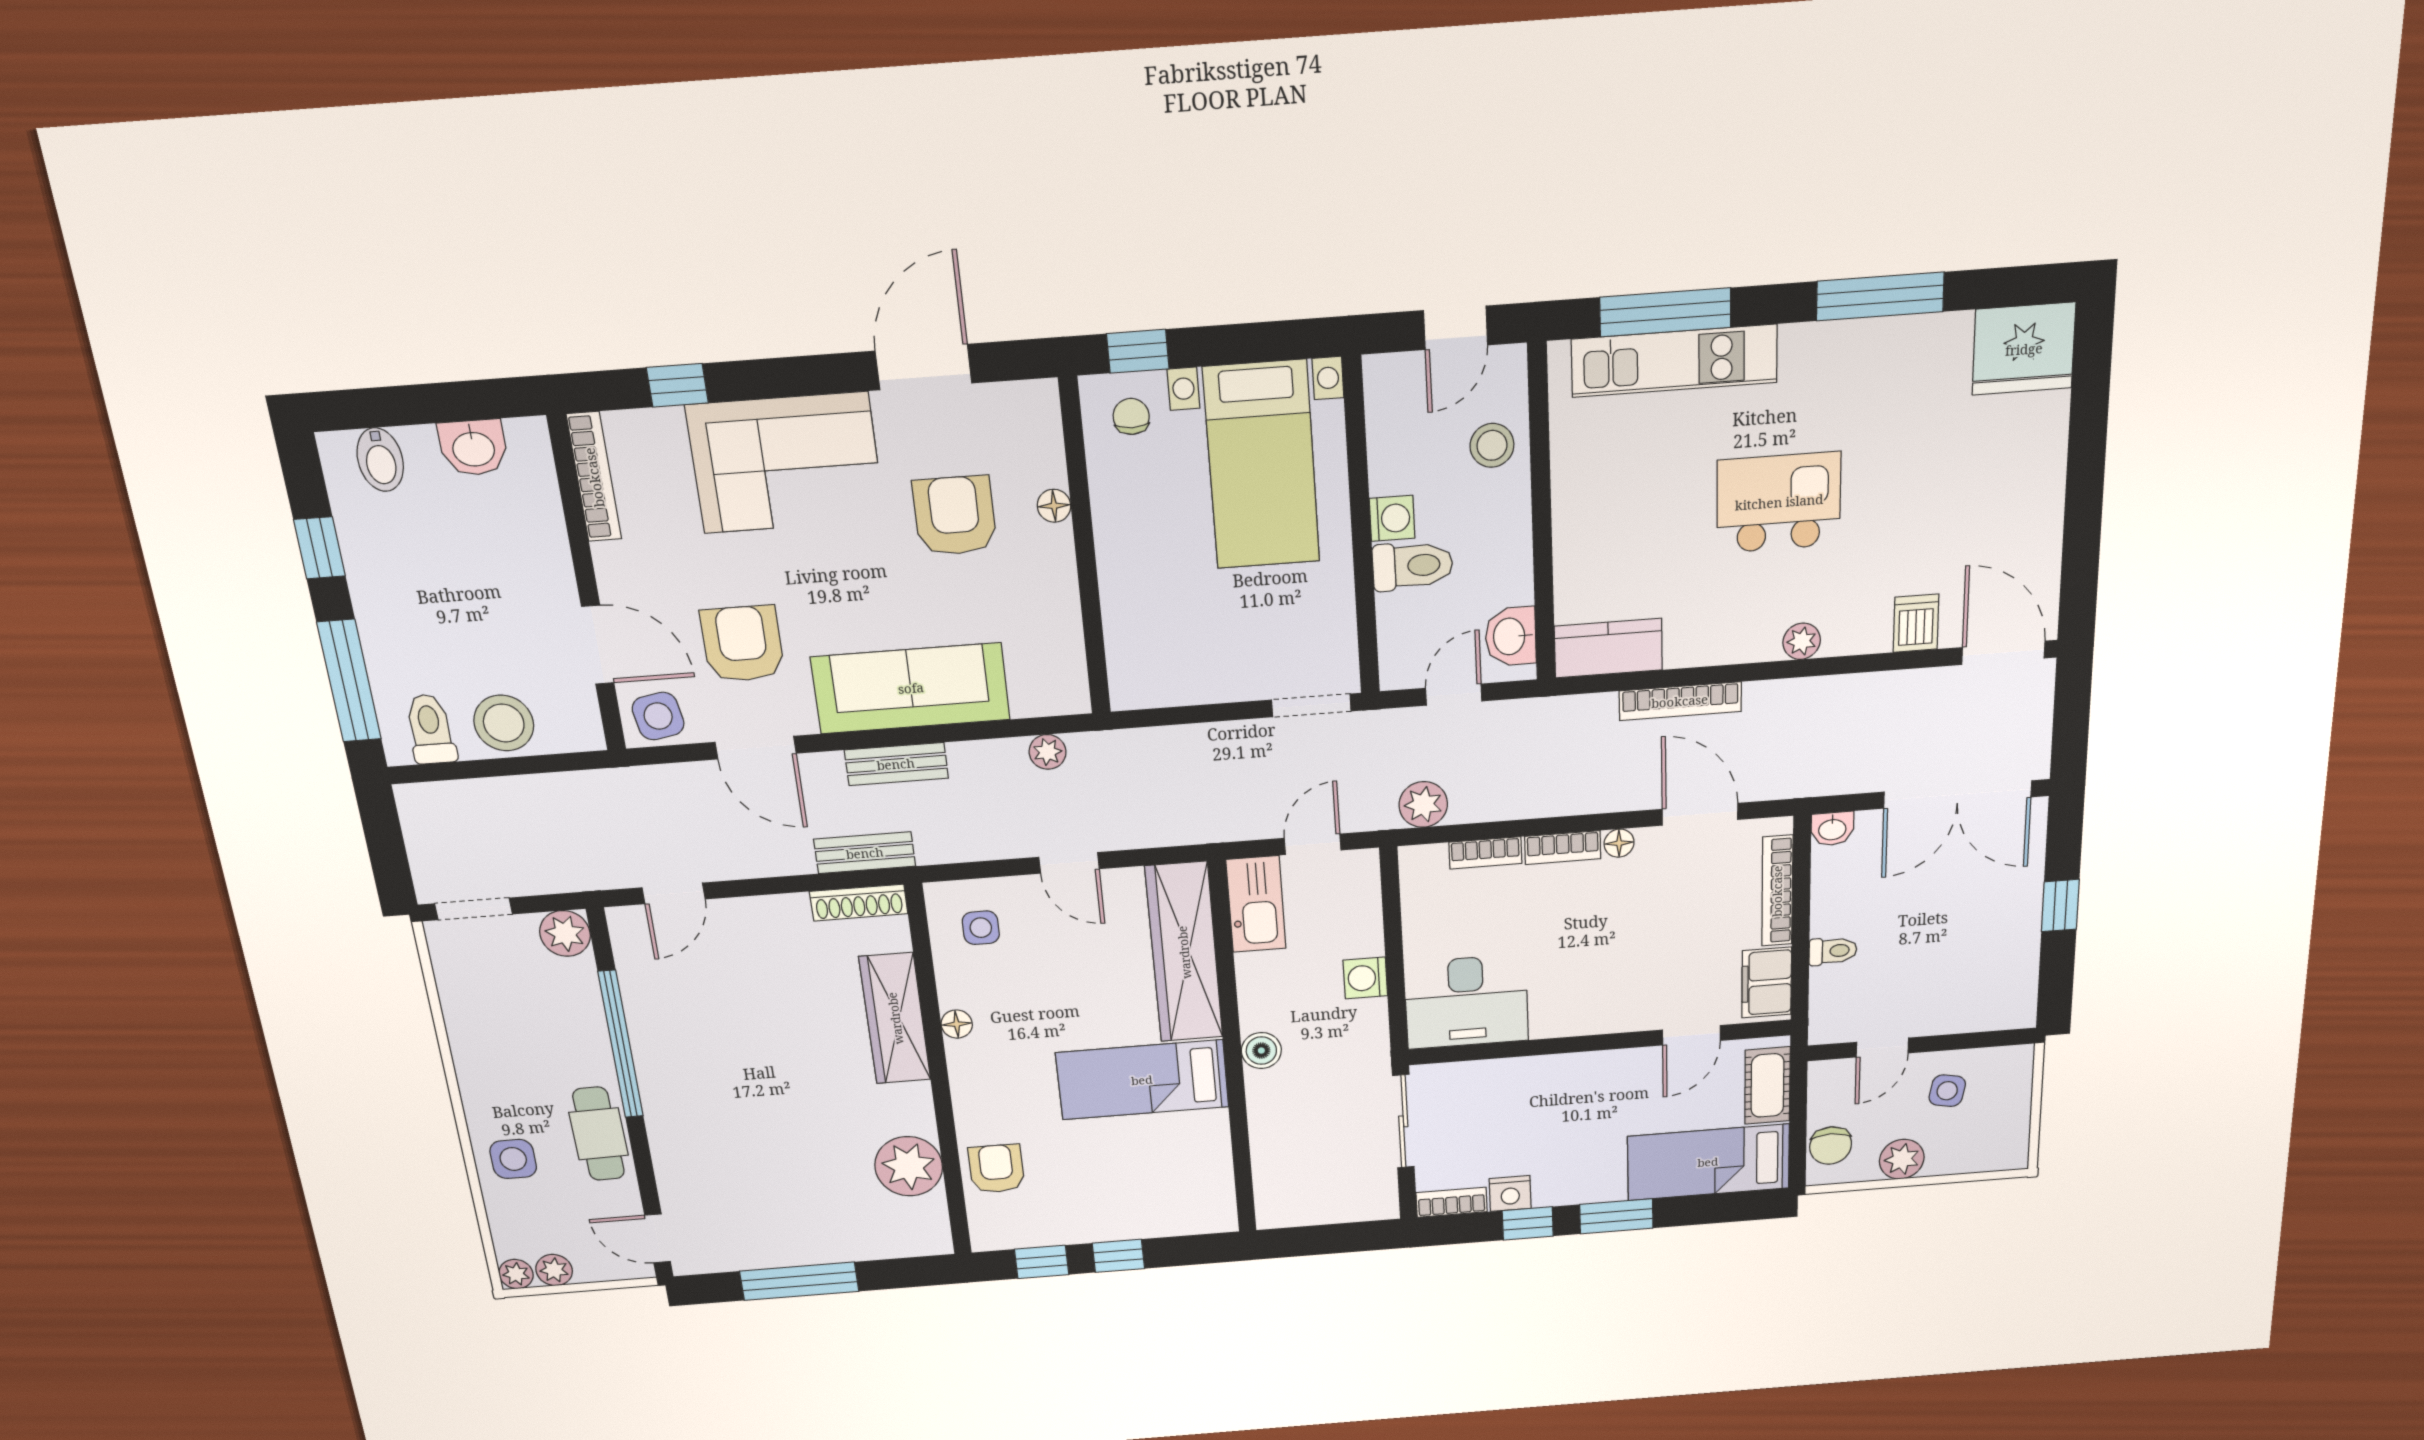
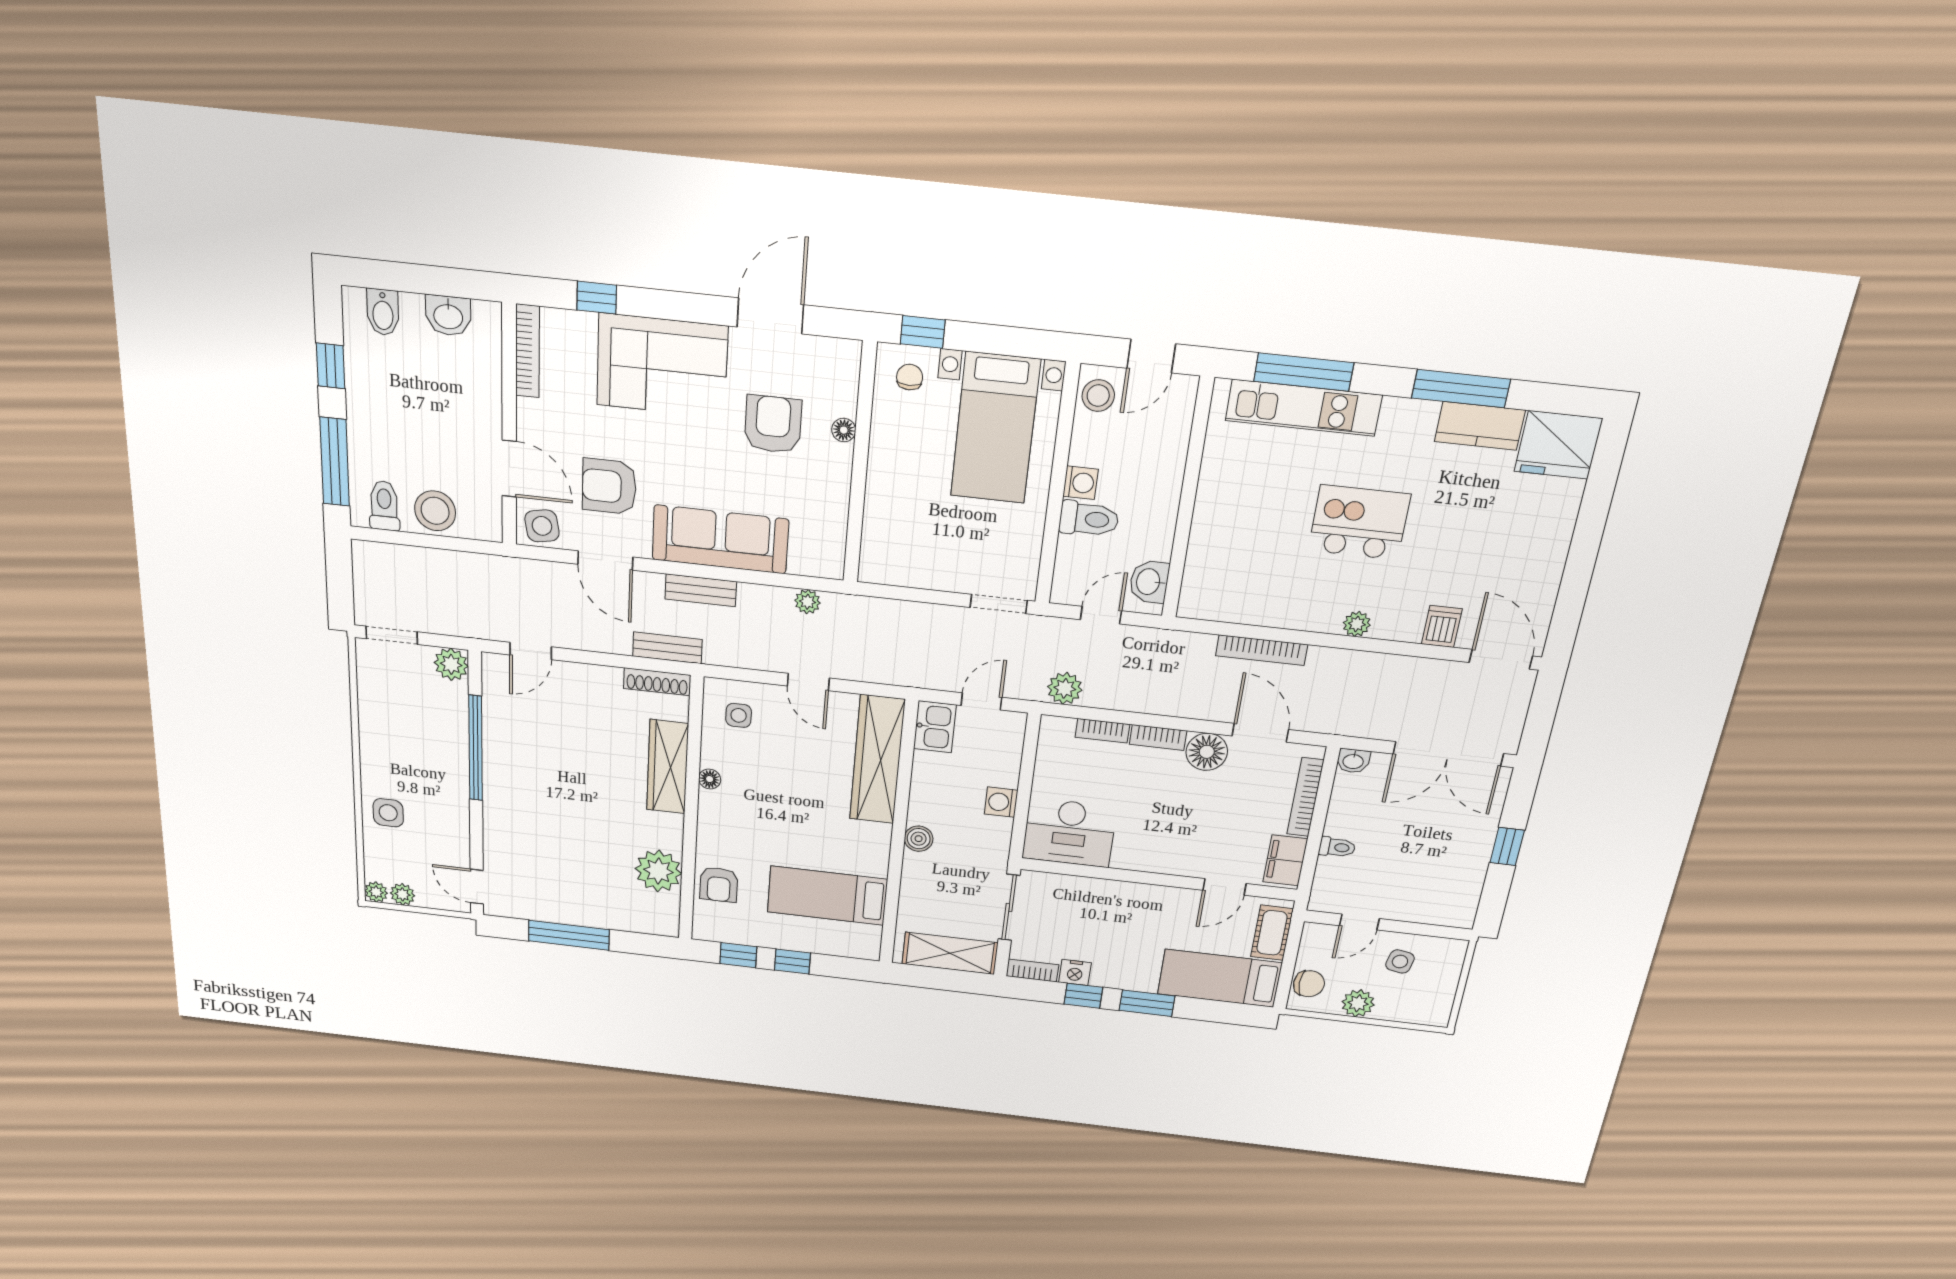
stool: (1492, 445) -> (1098, 396), moved
armchair: (742, 644) -> (609, 486), turned -90
kitchen counter: (1608, 648) -> (1480, 426), moved, turned 180
floor lamp: (1619, 843) -> (1207, 752), width x1.89, depth x1.89
kitchen sink: (1256, 904) -> (935, 727), width x0.73
bed: (1142, 1080) -> (827, 896), moved
cafe table: (599, 1134) -> (449, 807), removed
chair: (1831, 1146) -> (1309, 984), turned -90
armchair: (996, 1169) -> (719, 885), turned 180
shelving: (1334, 1201) -> (950, 953), added

